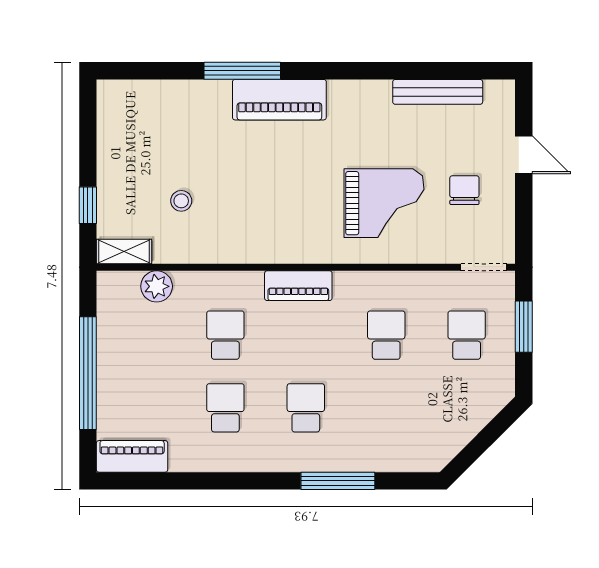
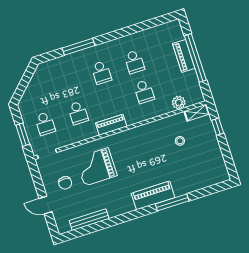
piano: (298, 286) -> (111, 125), moved
piano: (132, 456) -> (184, 56), moved, turned 90

